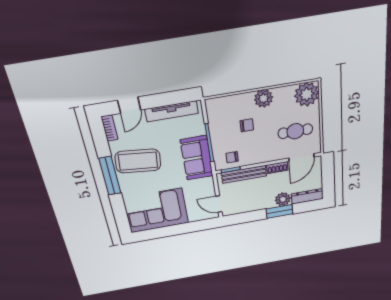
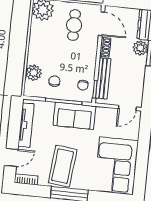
plant: (264, 98) -> (34, 73), moved
door: (129, 105) -> (11, 157), hinge flipped
chair: (247, 125) -> (54, 81), moved

